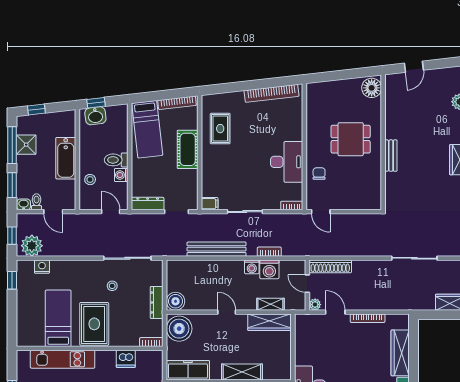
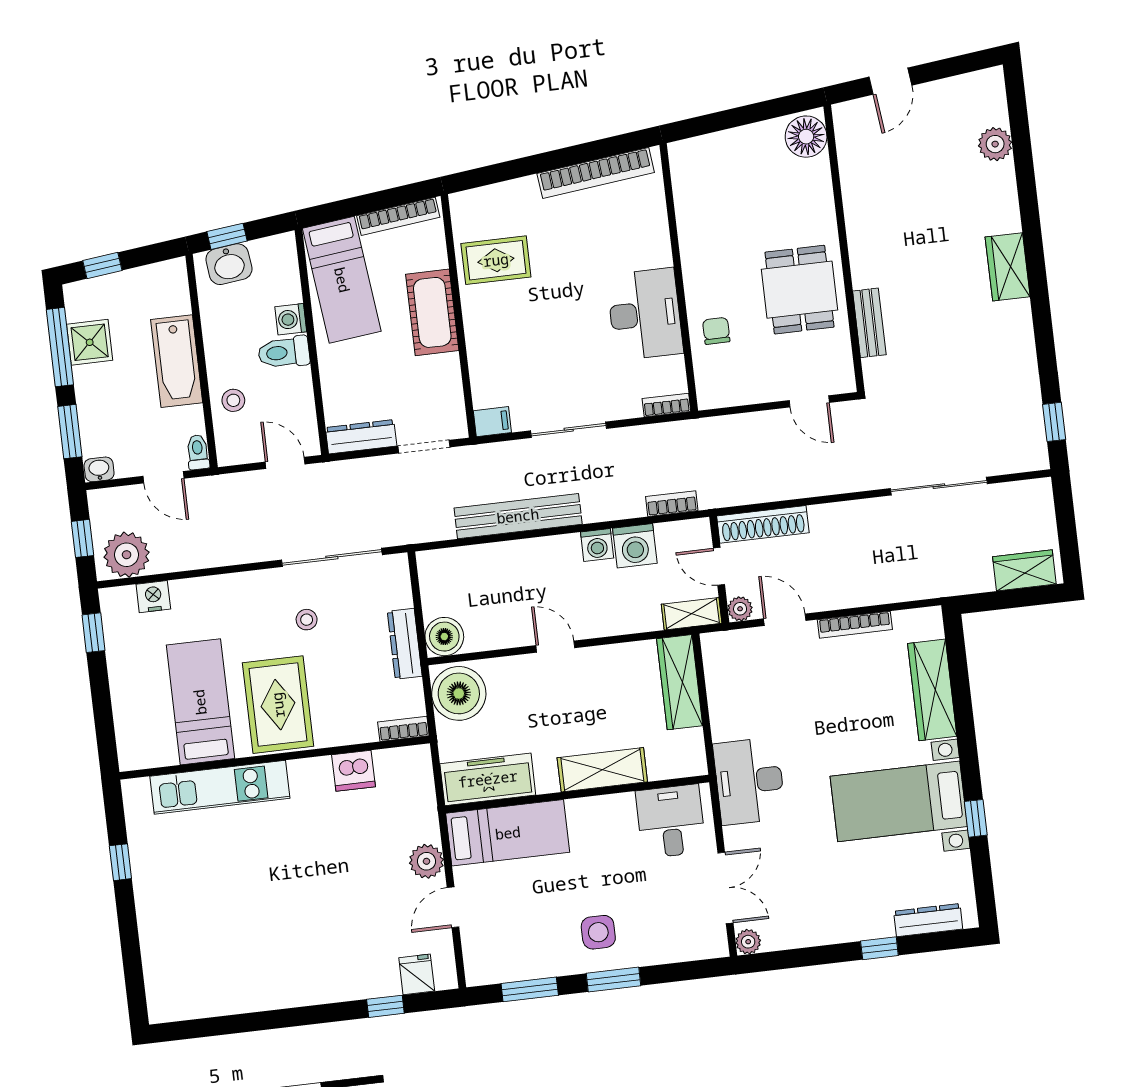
rug: (220, 129) -> (496, 260), turned 90
dining table: (351, 139) -> (800, 290), moved, turned 90
bench: (391, 156) -> (869, 323), moved
washing machine: (121, 175) -> (291, 319), moved
toilet: (36, 202) -> (198, 452), moved
door: (321, 212) -> (809, 401), moved
bookcase: (269, 252) -> (672, 504), moved
shelving: (270, 304) -> (692, 614), moved
wardrobe: (269, 322) -> (680, 682), moved, turned 90

